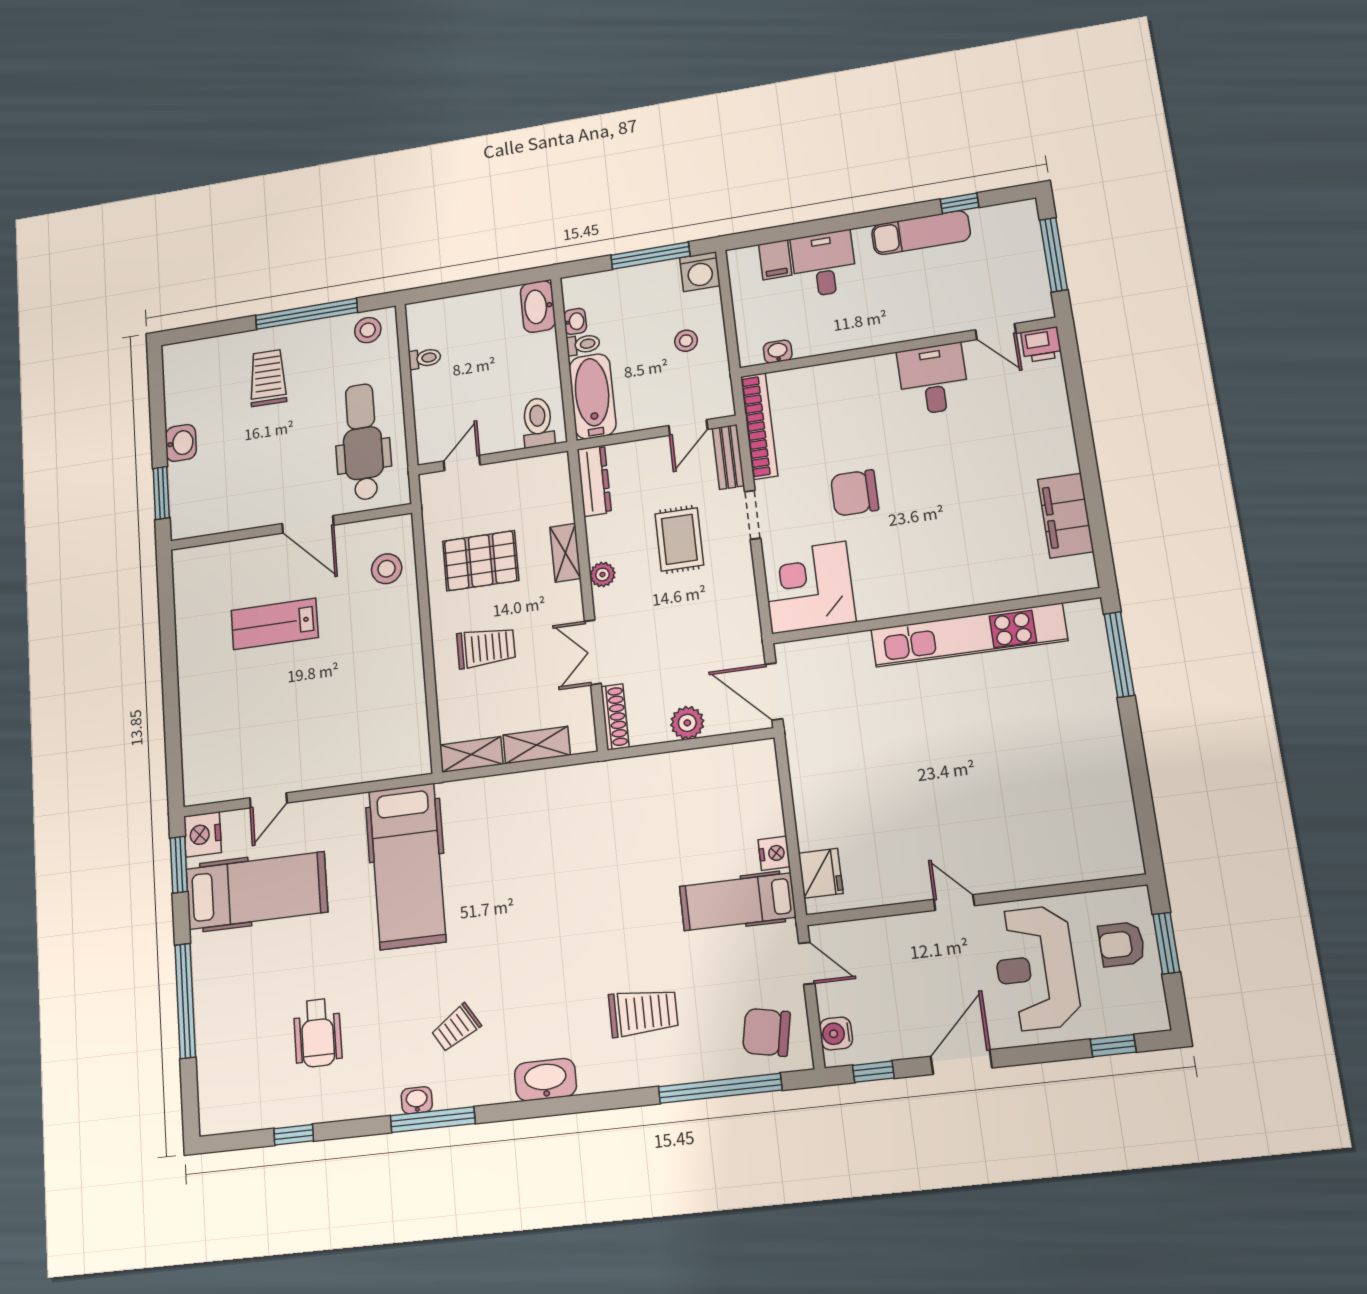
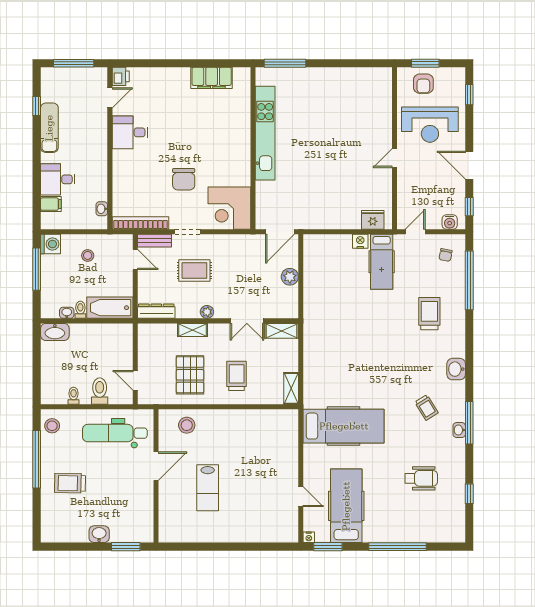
toilet: (538, 422) -> (100, 391), moved, turned 90
shoe rack: (615, 717) -> (282, 313), removed
shelving: (537, 745) -> (282, 331), moved, turned 90
nightstand: (203, 834) -> (309, 537), width x0.53, depth x0.56
chair: (766, 1032) -> (445, 255), width x0.54, depth x0.54
washbasin: (545, 1080) -> (456, 369), width x0.72

